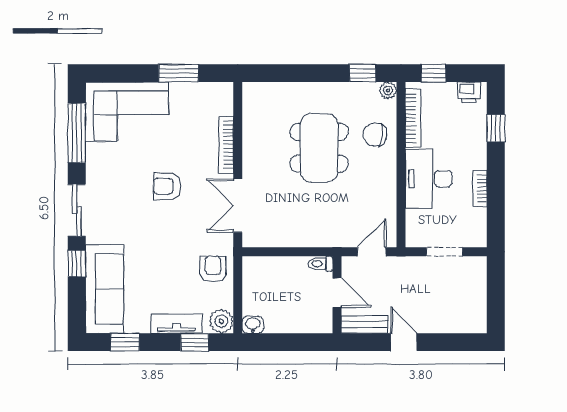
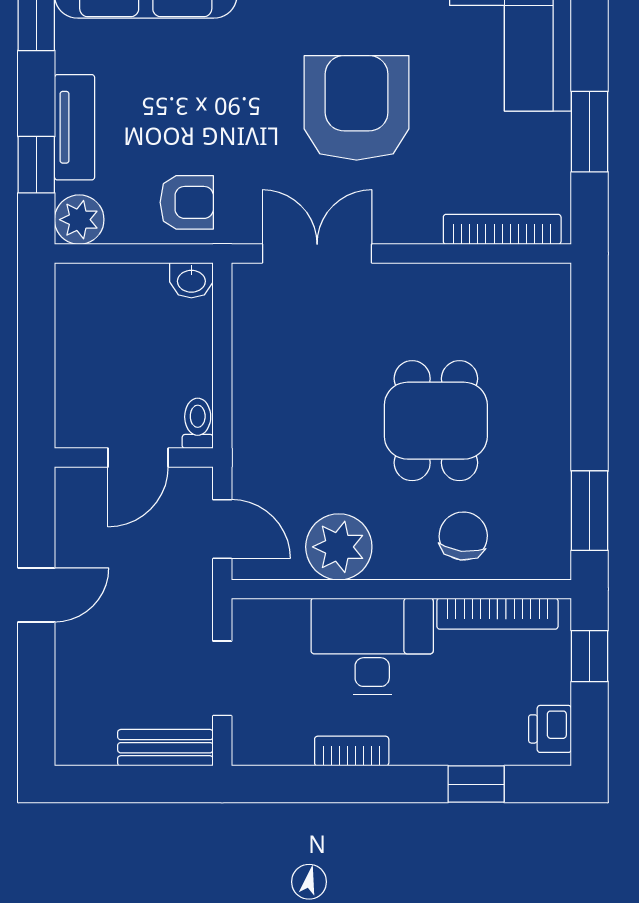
window: (363, 73) -> (590, 511), width x1.50
plant: (388, 90) -> (339, 547), moved, width x1.87, depth x1.87
bookcase: (226, 145) -> (502, 229), moved
dining table: (319, 148) -> (436, 421), width x0.73
armchair: (167, 186) -> (357, 108), width x1.88, depth x1.88
bench: (365, 324) -> (165, 748), moved, turned 90
washbasin: (253, 325) -> (191, 280), moved, turned 90

